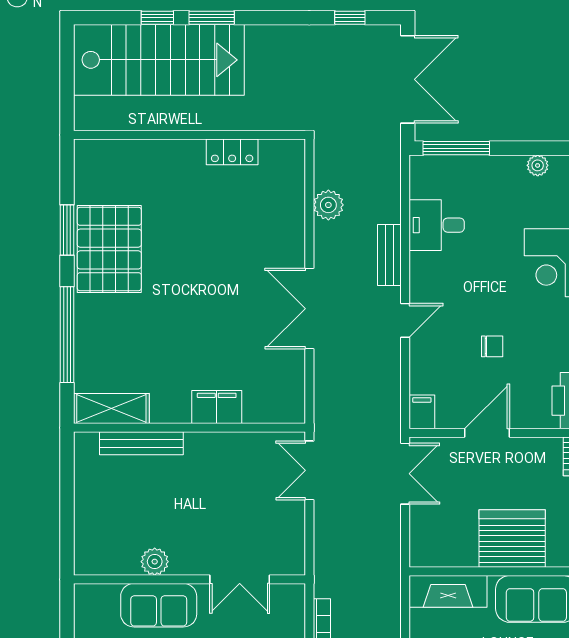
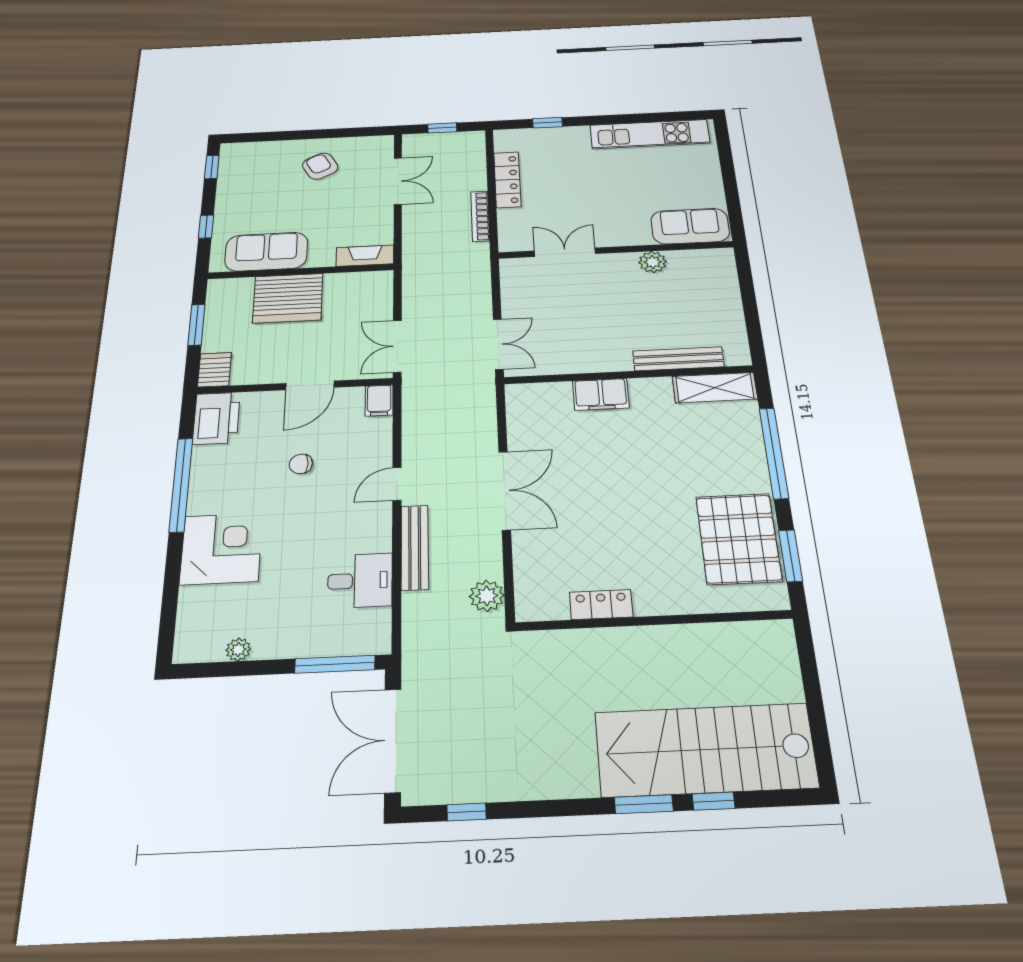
wall: (189, 135) -> (654, 621), moved
locker: (232, 152) -> (601, 605), moved
bench: (389, 255) -> (415, 547), width x1.36
fireplace: (448, 591) -> (365, 256), width x0.73, depth x0.76
sofa: (159, 605) -> (690, 226), moved

